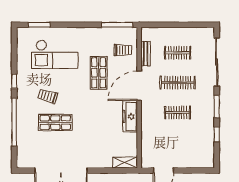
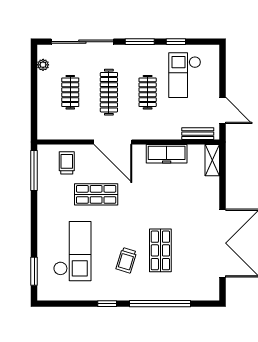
plant: (199, 32) -> (43, 65), added
bench: (146, 54) -> (198, 134), moved
freezer: (130, 116) -> (167, 154), moved
checkout: (191, 141) -> (185, 75), added

